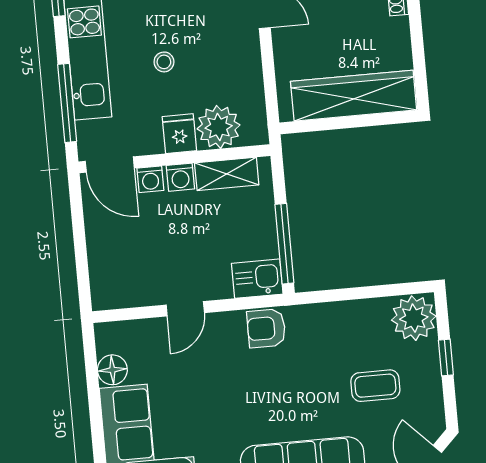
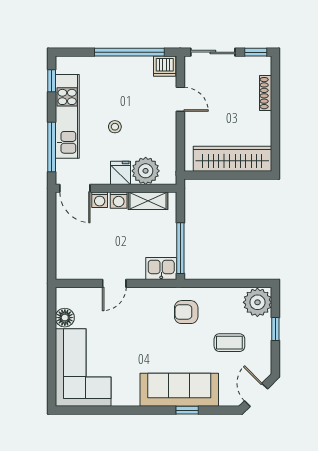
armchair: (266, 328) -> (186, 312), moved

